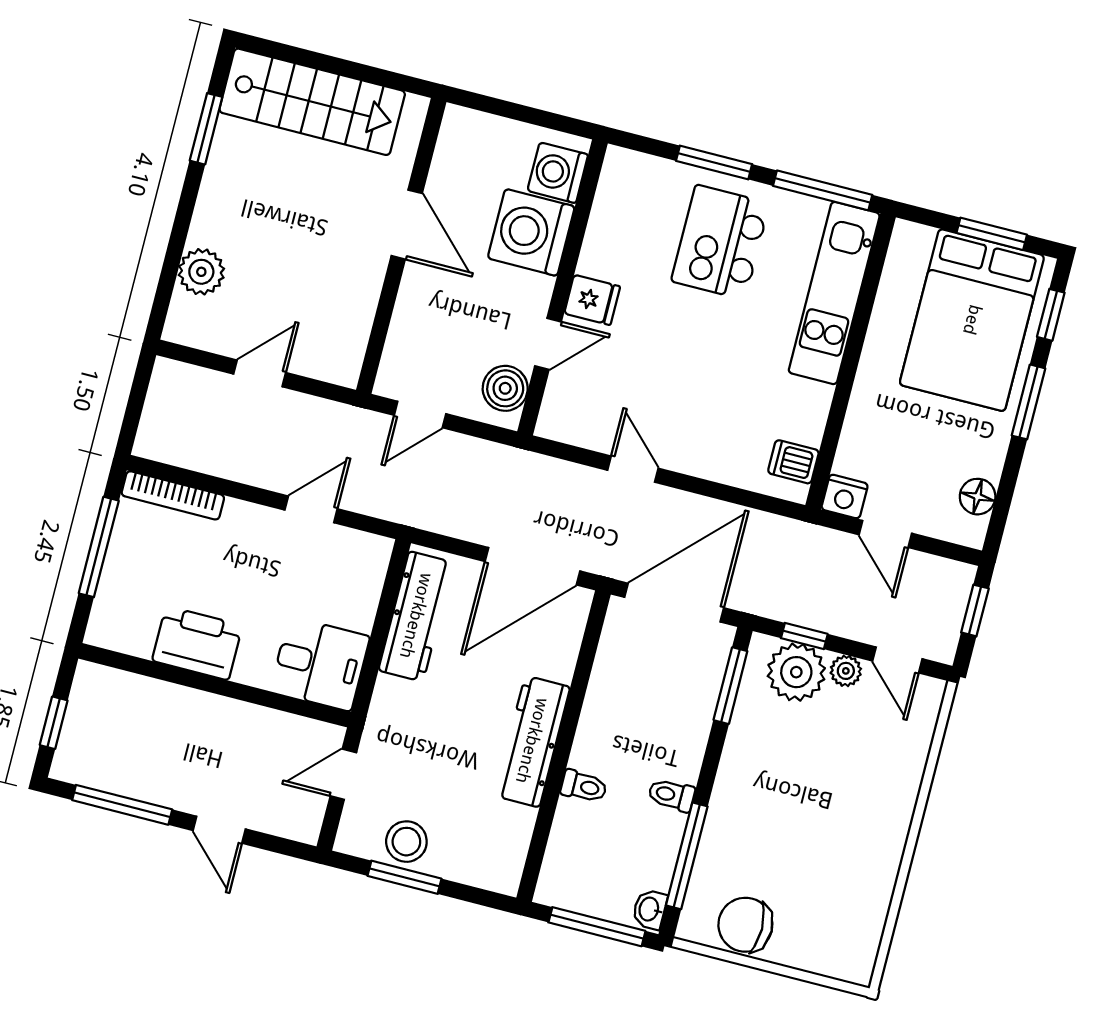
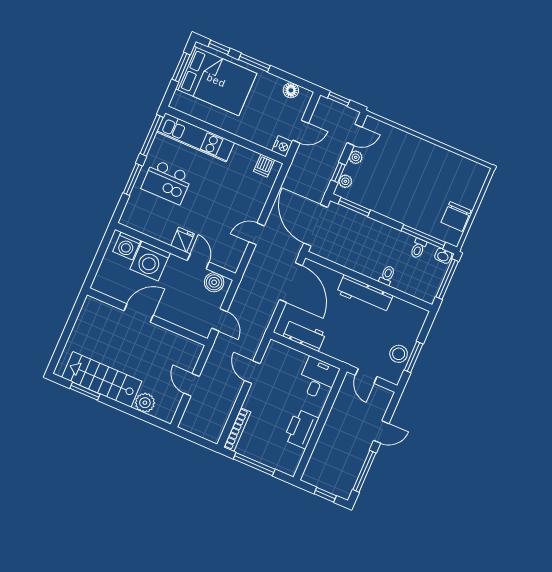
stairs: (312, 102) -> (102, 379), moved, turned -90
workbench: (416, 616) -> (304, 335), width x0.73
plant: (796, 672) -> (345, 181), width x0.53, depth x0.53
toilet: (671, 795) -> (418, 248), moved

